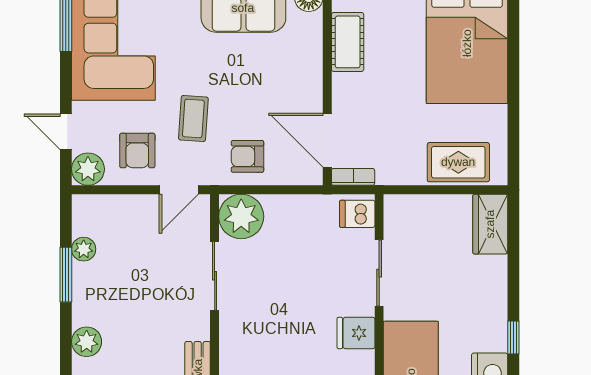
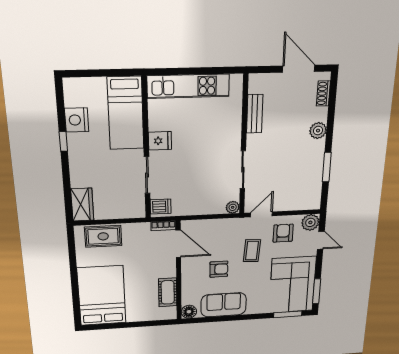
armchair: (247, 156) -> (219, 269), moved
plant: (241, 216) -> (233, 207), width x0.53, depth x0.53
plant: (84, 249) -> (316, 181), removed

